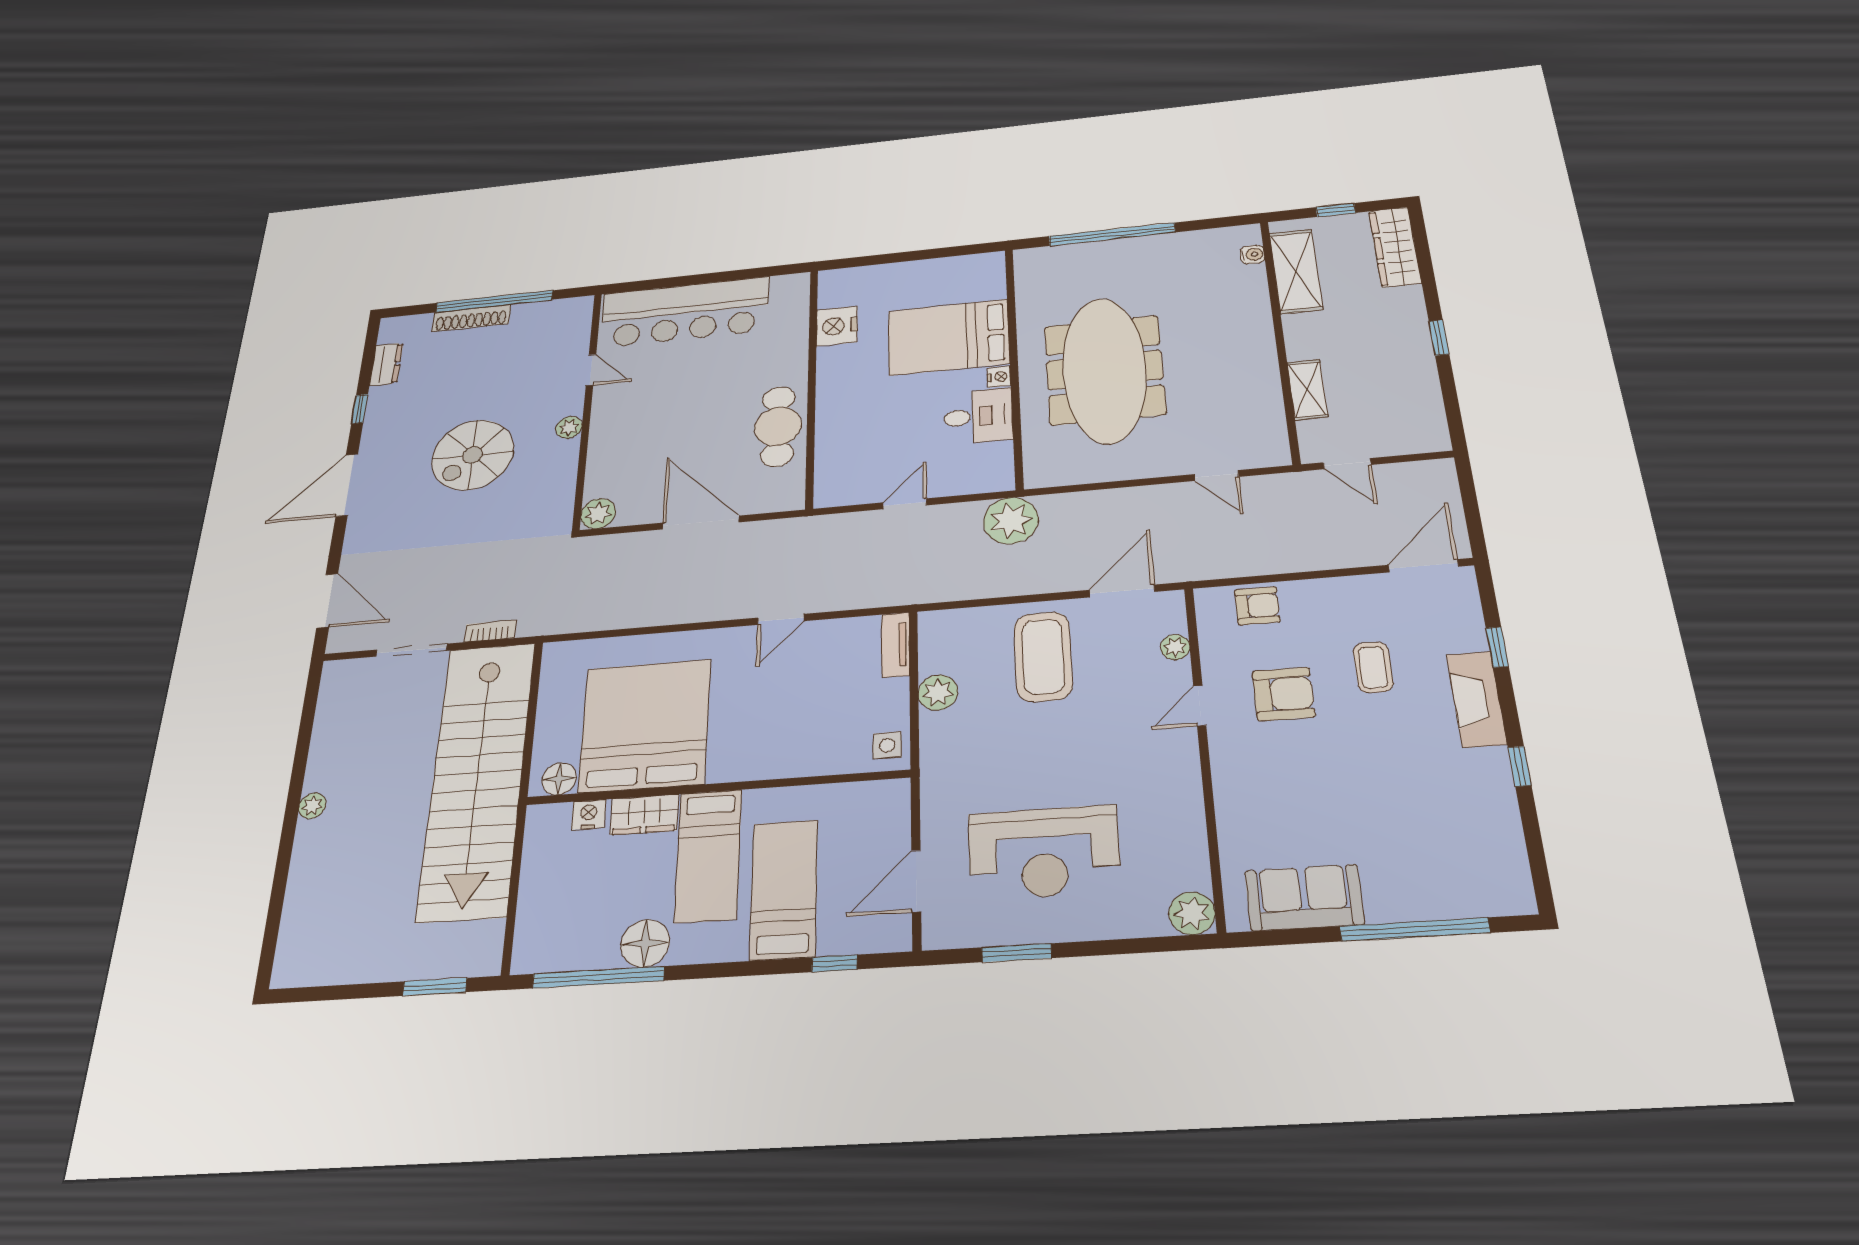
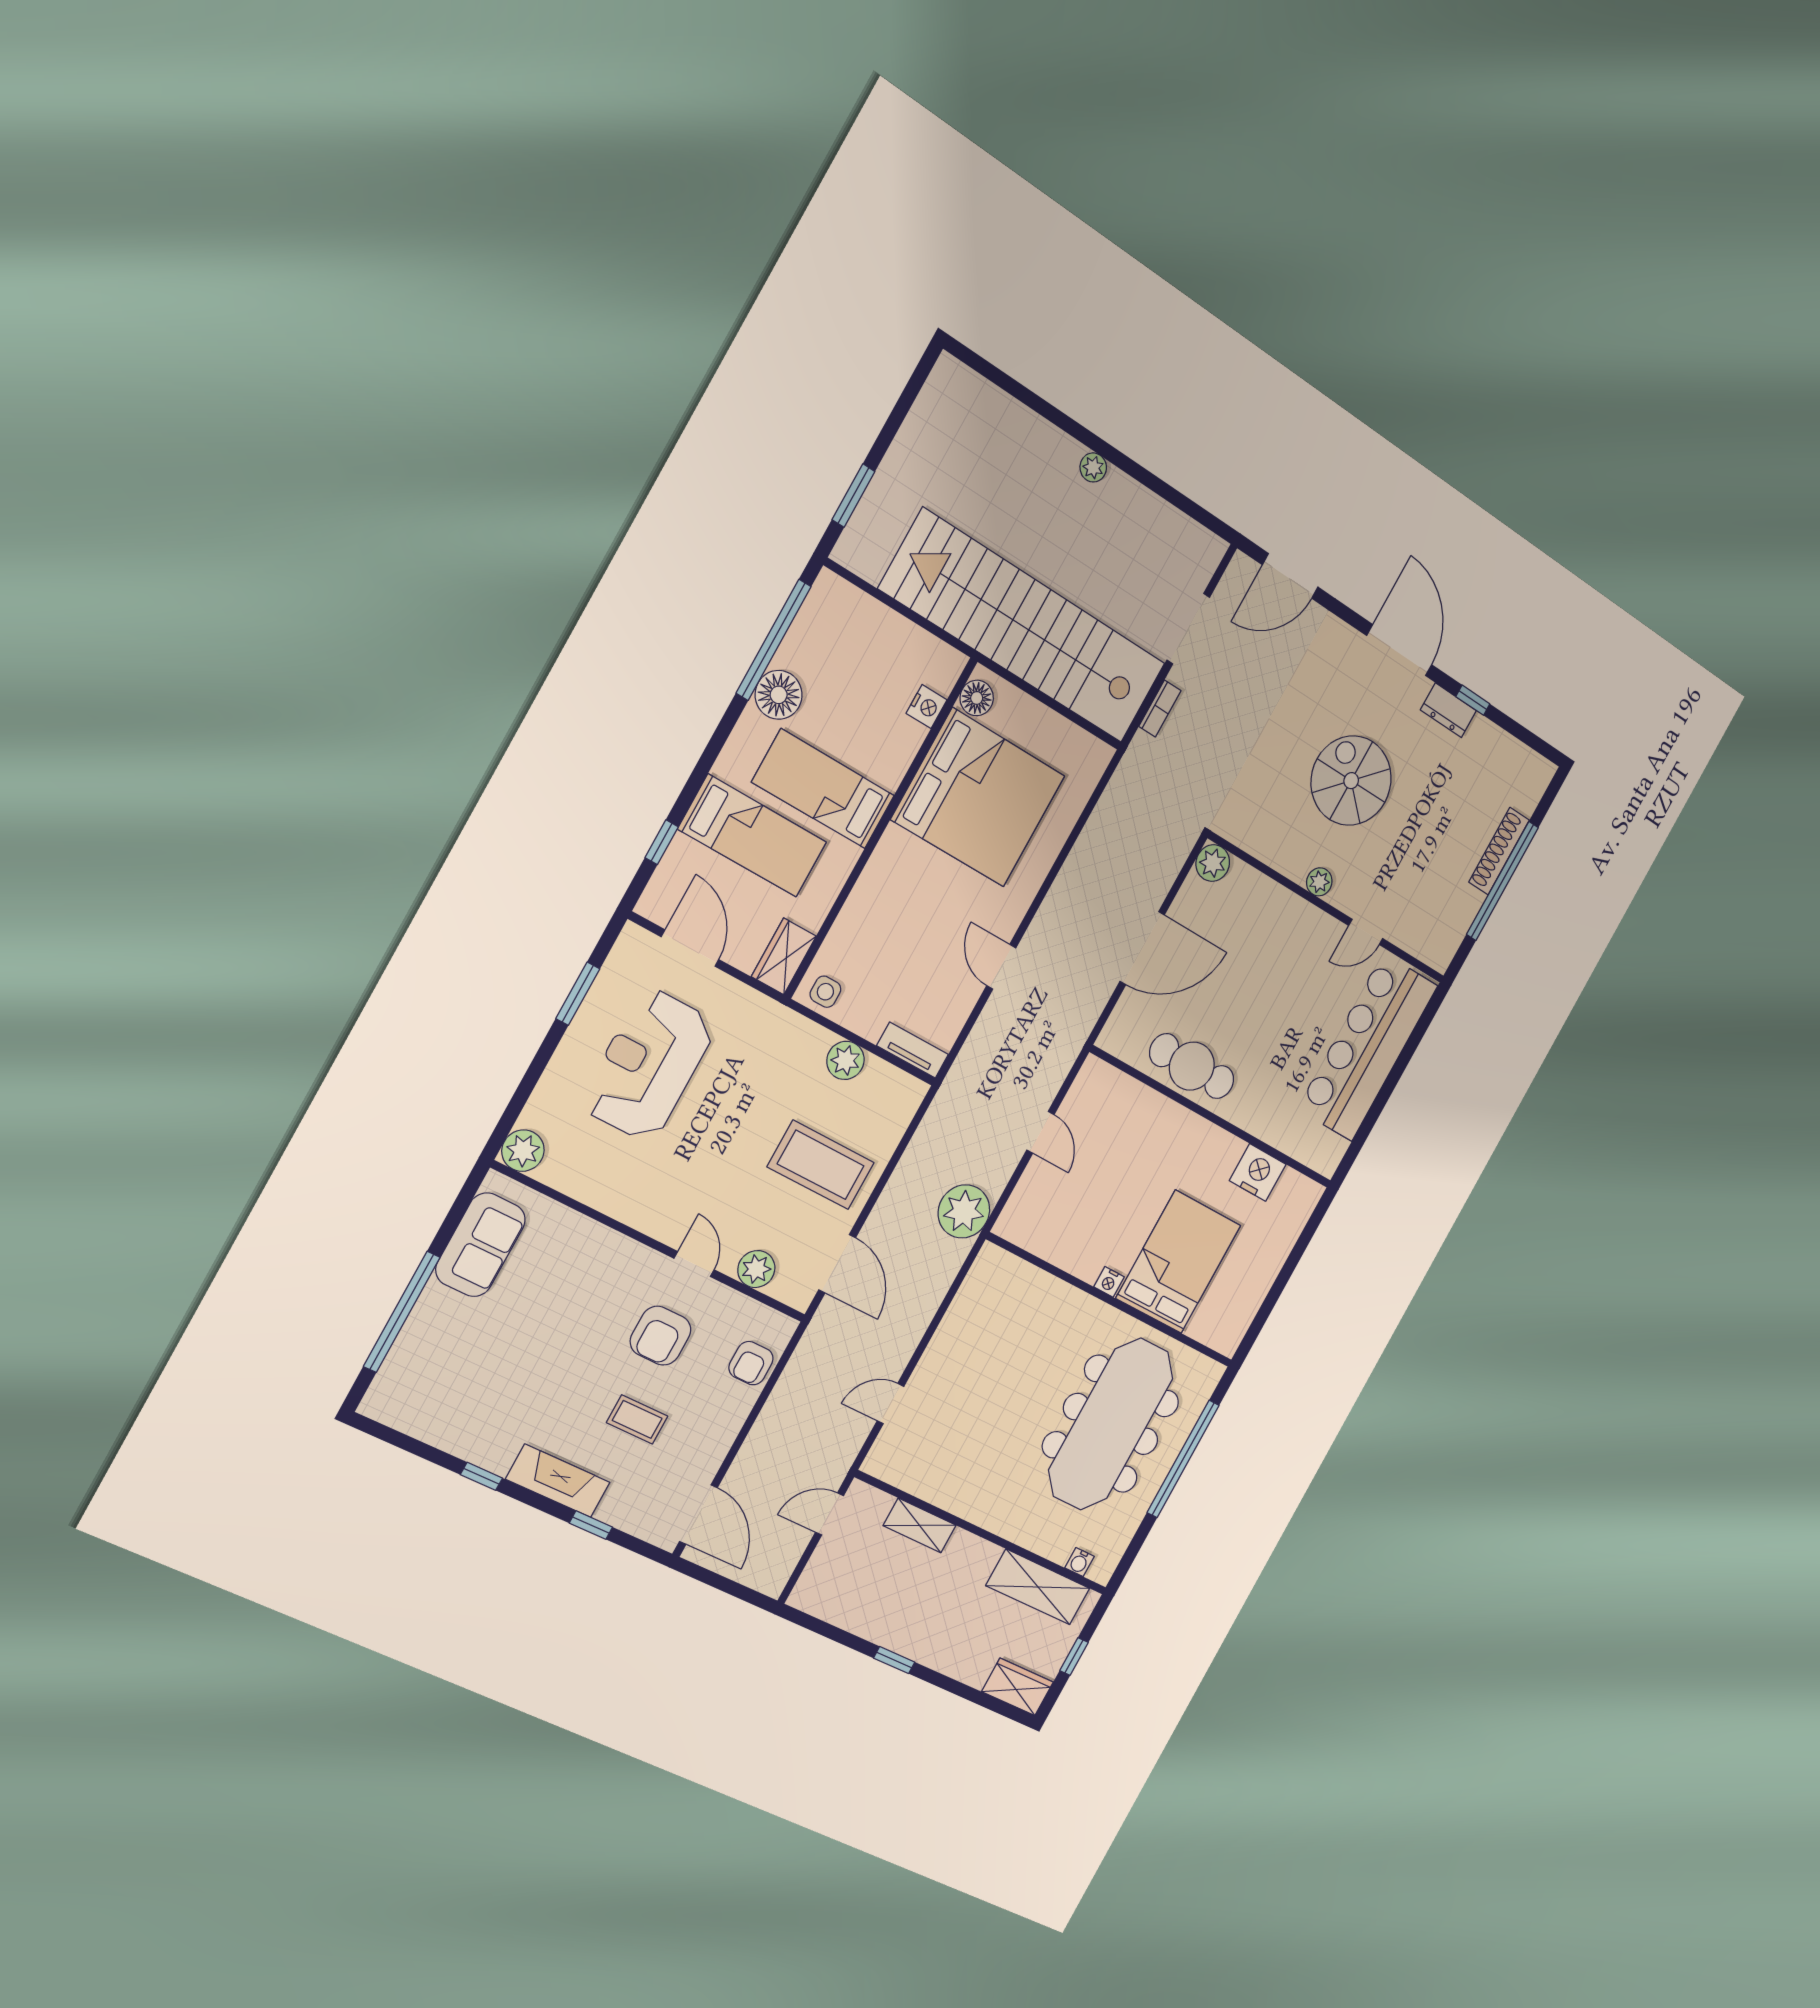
wardrobe: (1395, 247) -> (1018, 1687), width x0.67
dresser: (386, 364) -> (1448, 710), moved
meeting table: (1104, 370) -> (1111, 1424), moved, turned 90
desk: (978, 416) -> (1083, 1242), removed
plant: (1175, 647) -> (756, 1269), width x1.38, depth x1.38
wardrobe: (644, 815) -> (784, 956), moved

